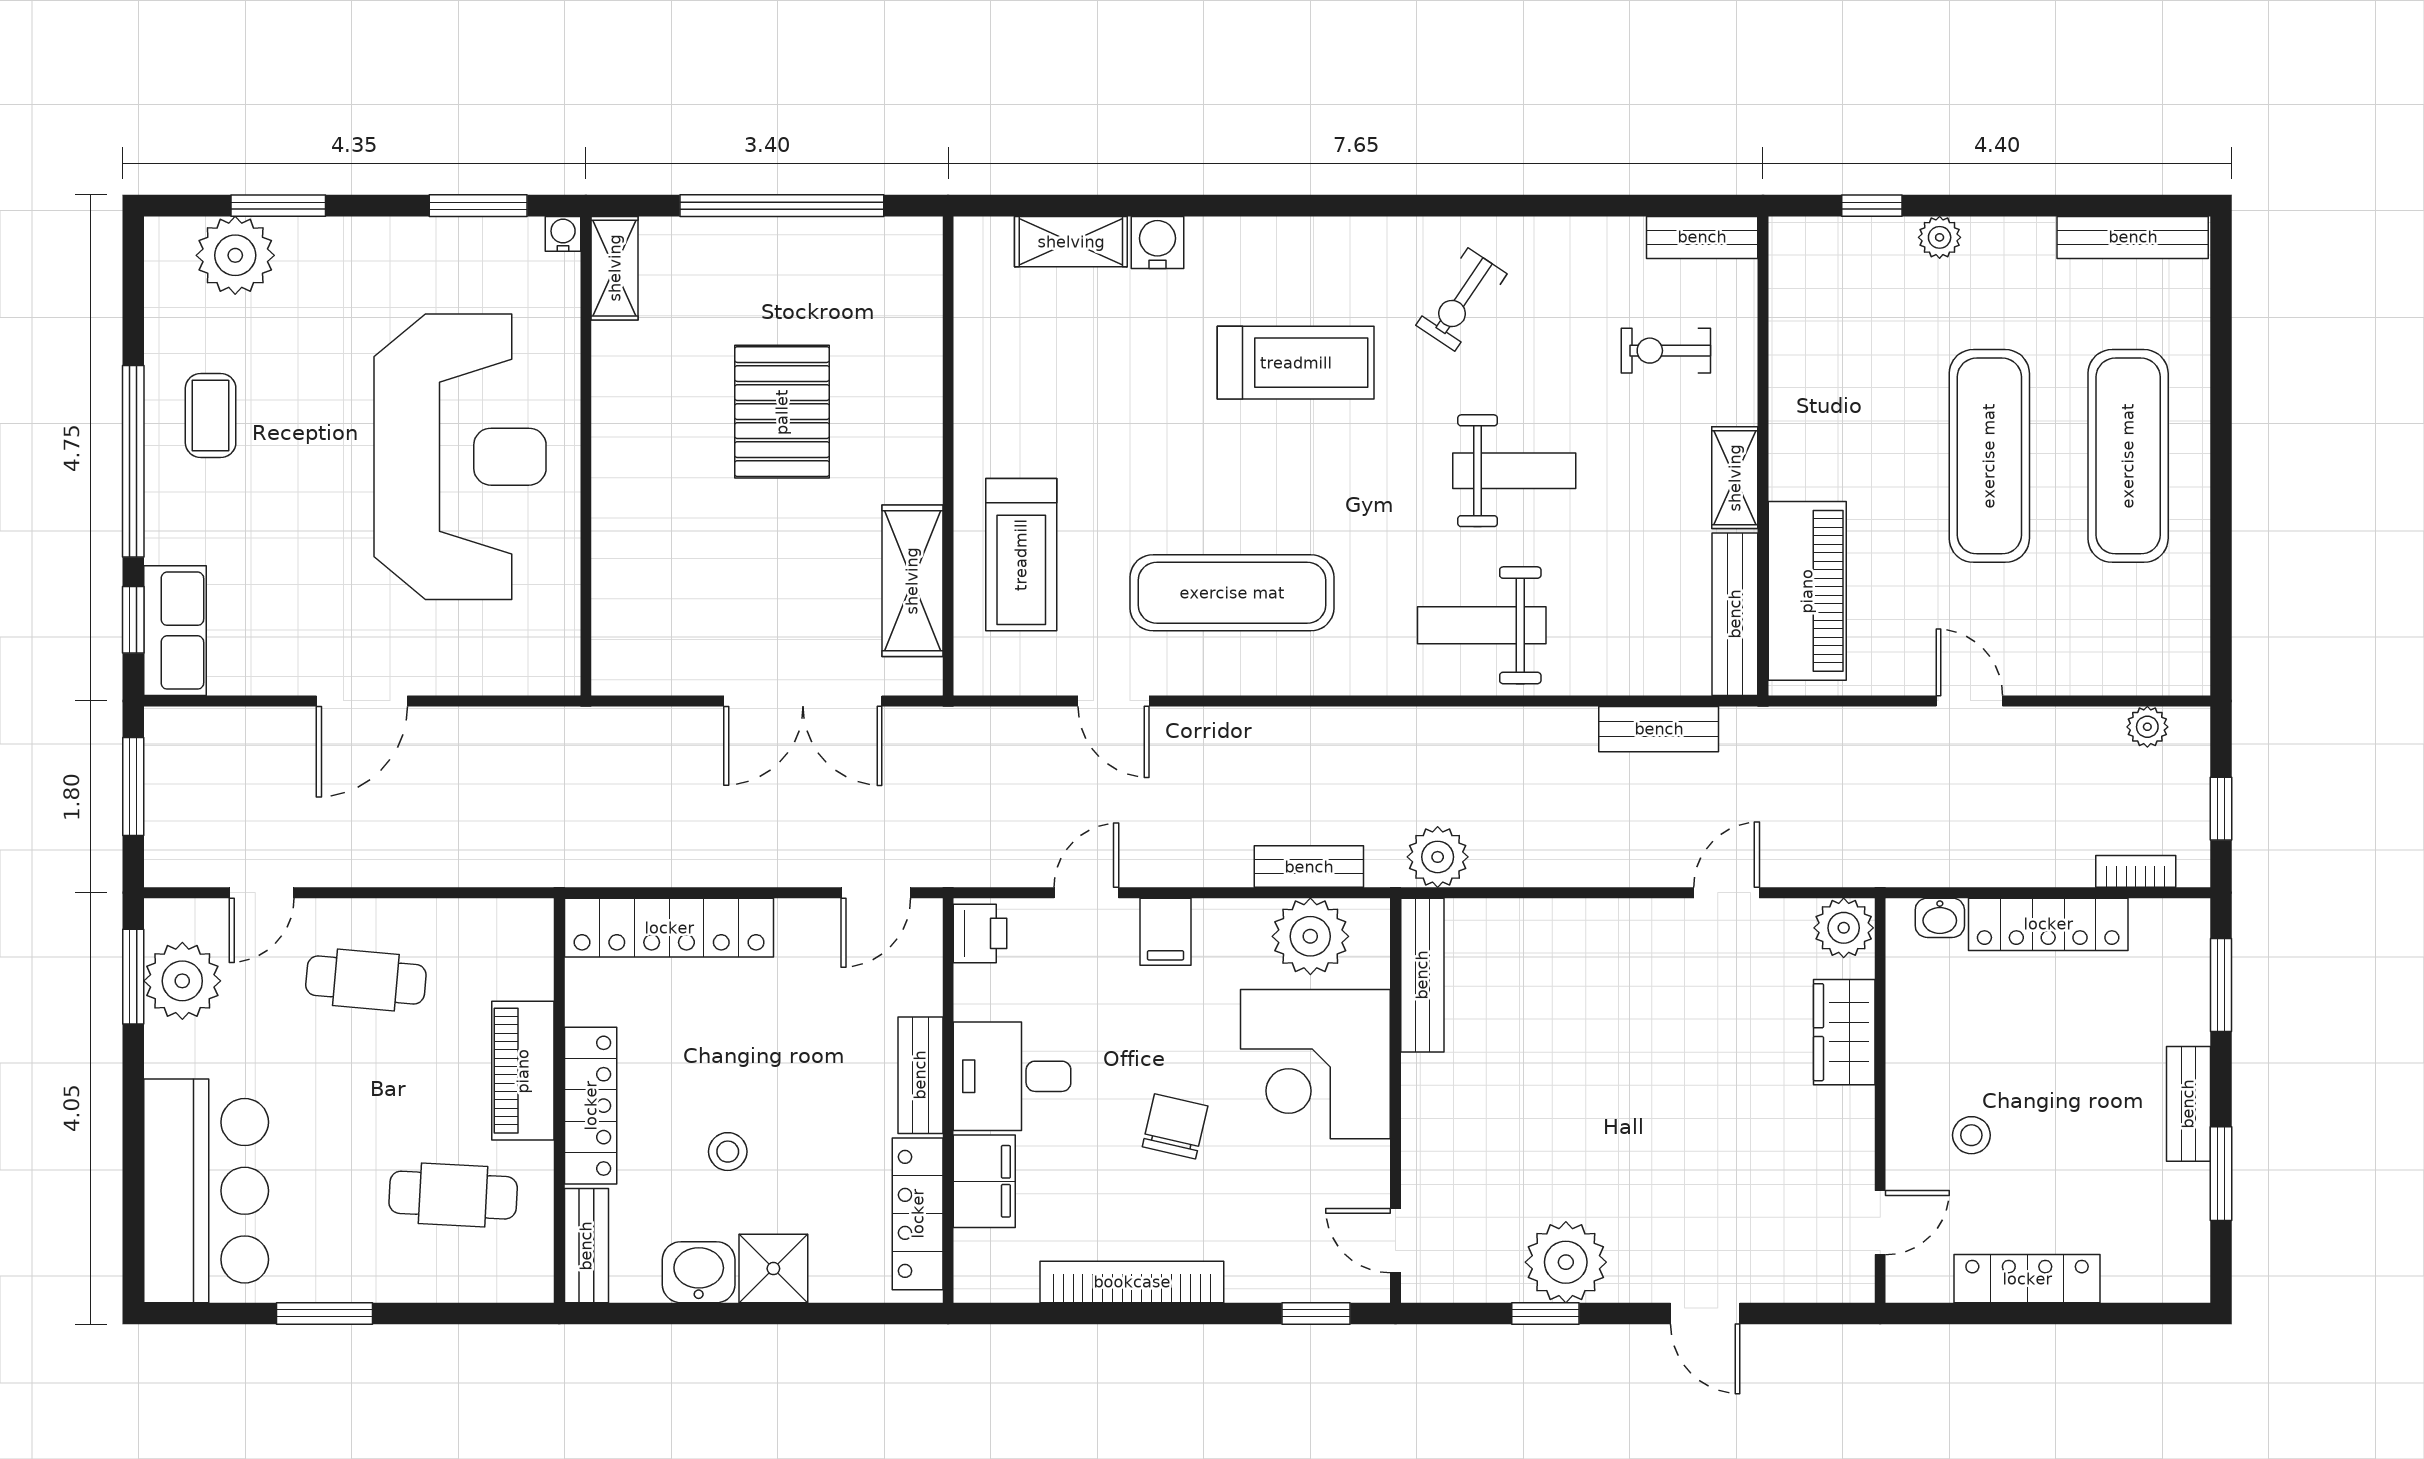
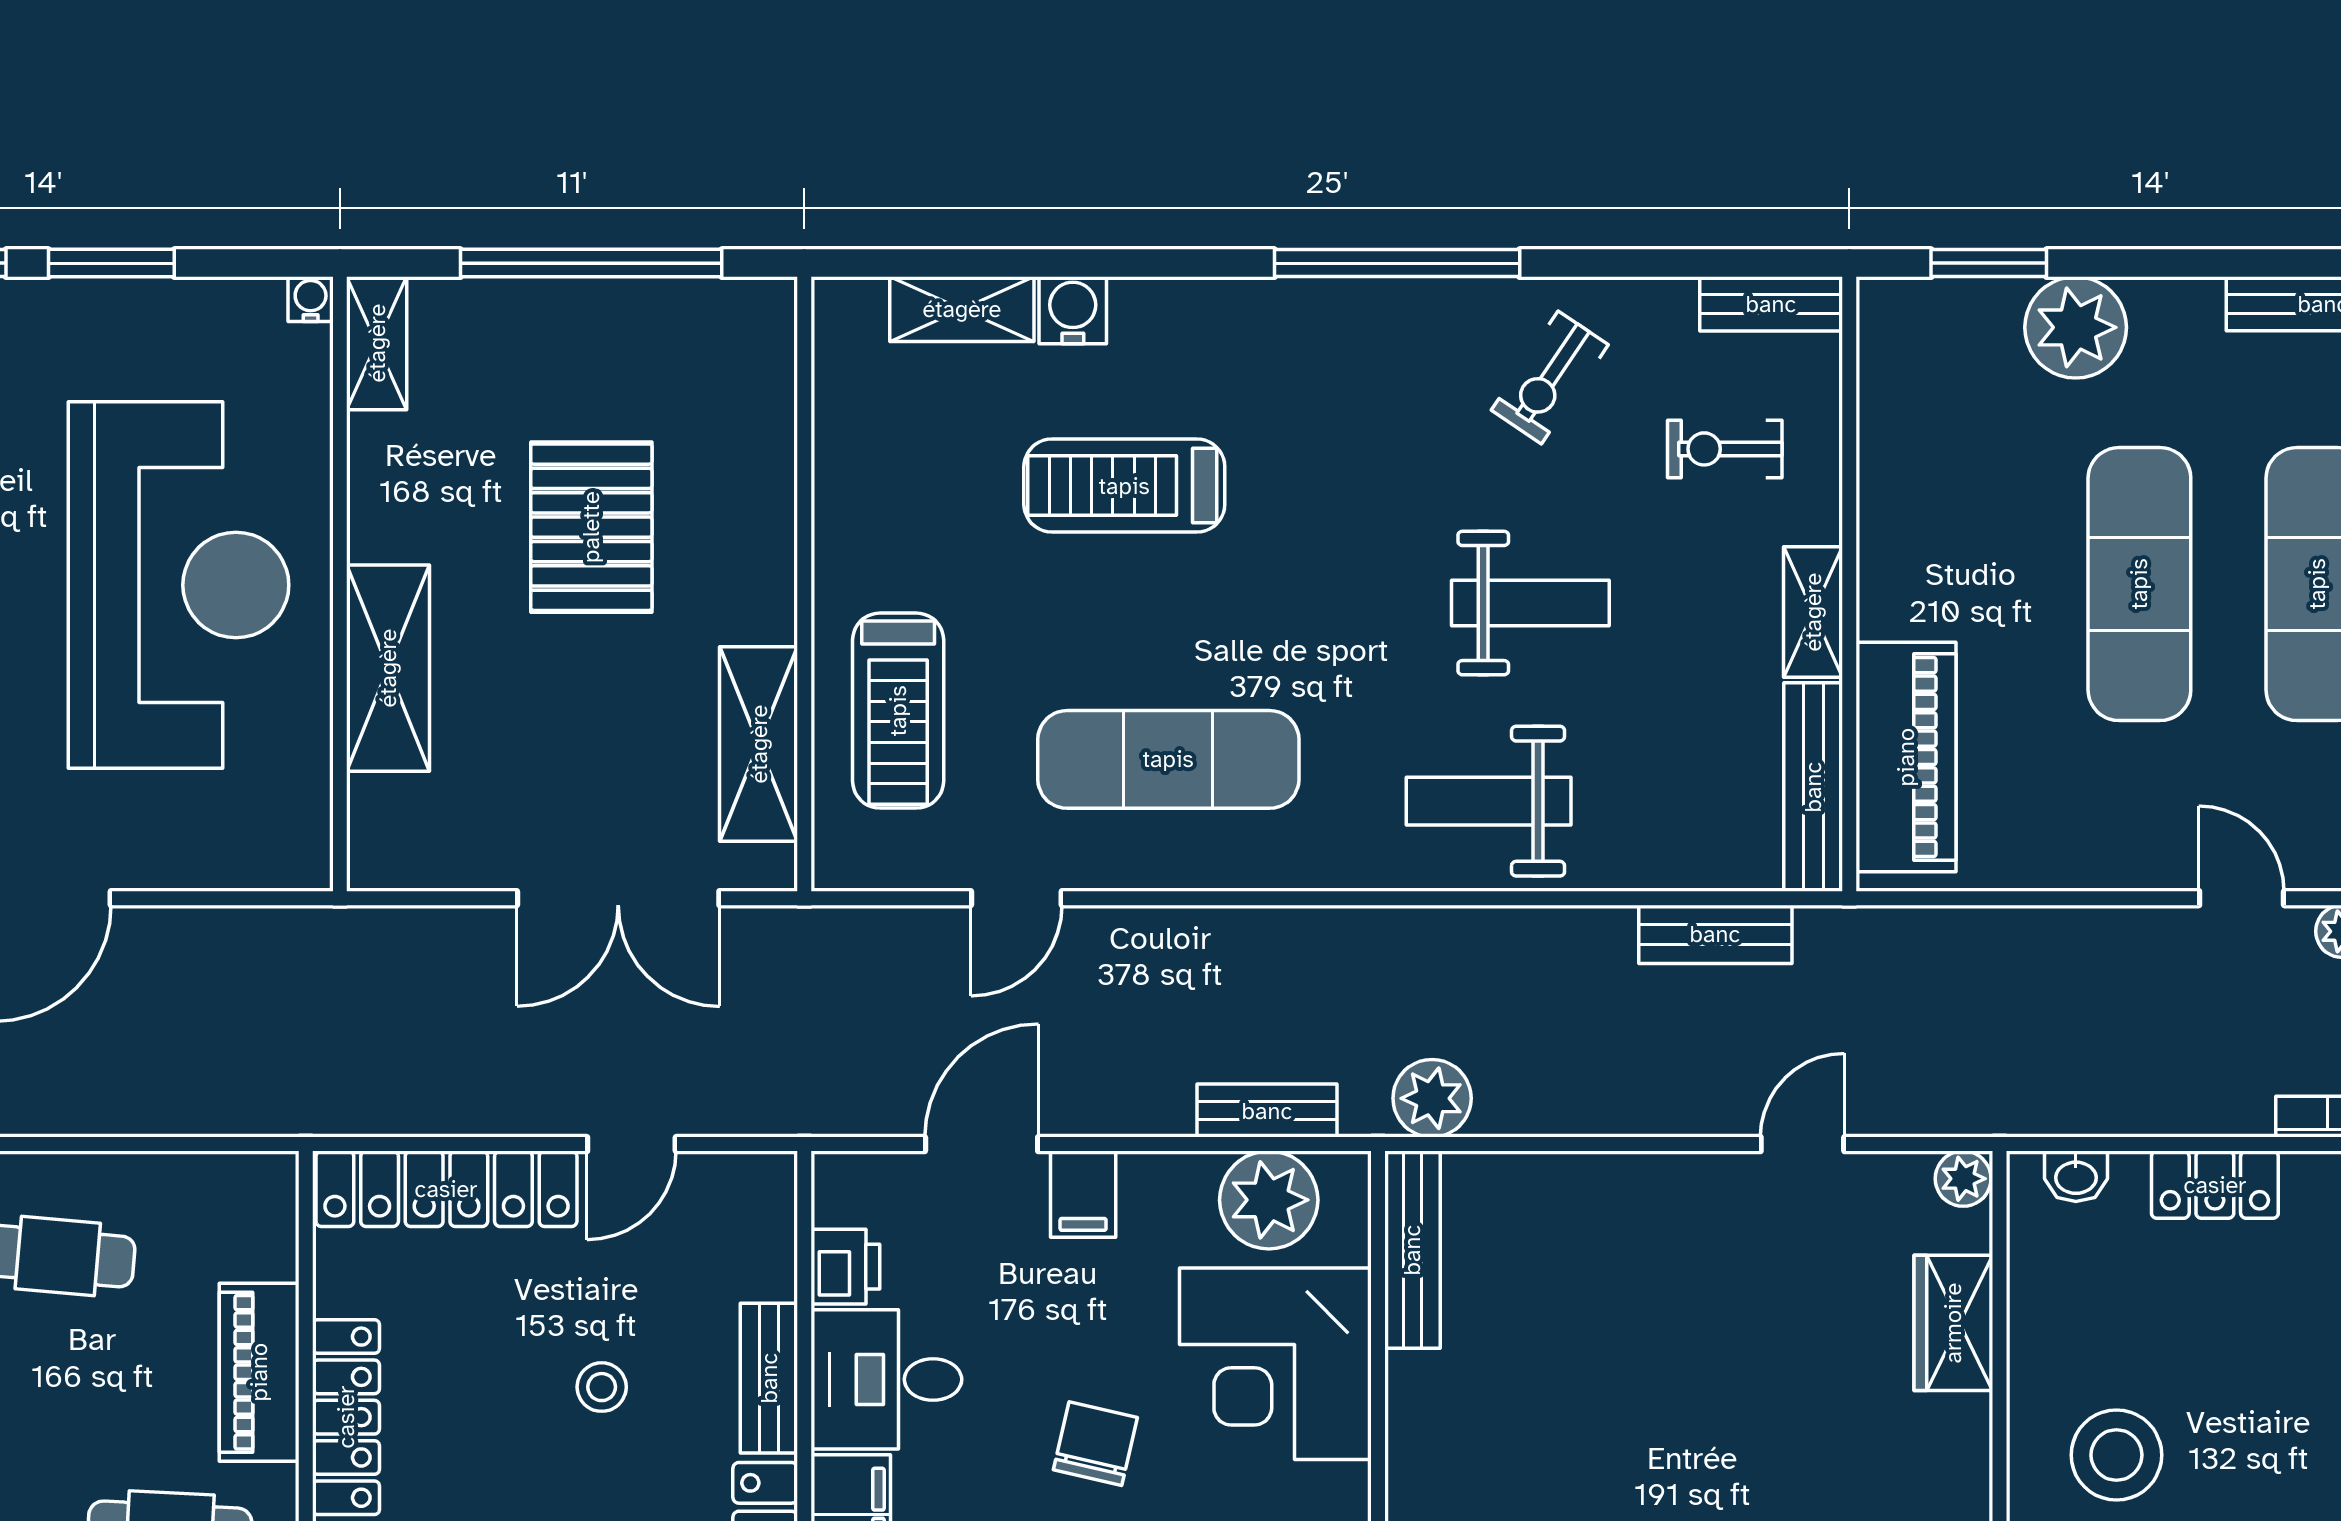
window: (478, 206) -> (111, 263), moved
window: (1410, 206) -> (1397, 263), added
window: (1872, 206) -> (1989, 263), width x1.50
plant: (1940, 237) -> (2076, 327), width x1.87, depth x1.87
exercise bike: (1461, 300) -> (1550, 377), moved
treadmill: (1296, 363) -> (1124, 486), moved, turned 180
shelving: (623, 522) -> (388, 668), added
door: (1113, 701) -> (1016, 898), hinge flipped
door: (1969, 701) -> (2242, 898), moved
door: (876, 893) -> (631, 1144), moved
door: (1086, 893) -> (982, 1144), width x1.38
locker: (2048, 924) -> (2215, 1185), width x0.66
plant: (1844, 928) -> (1963, 1179), width x0.73, depth x0.73
printer: (980, 933) -> (845, 1267), moved
stool: (1971, 1135) -> (2116, 1455), width x1.89, depth x1.89
stool: (728, 1152) -> (602, 1387), moved

